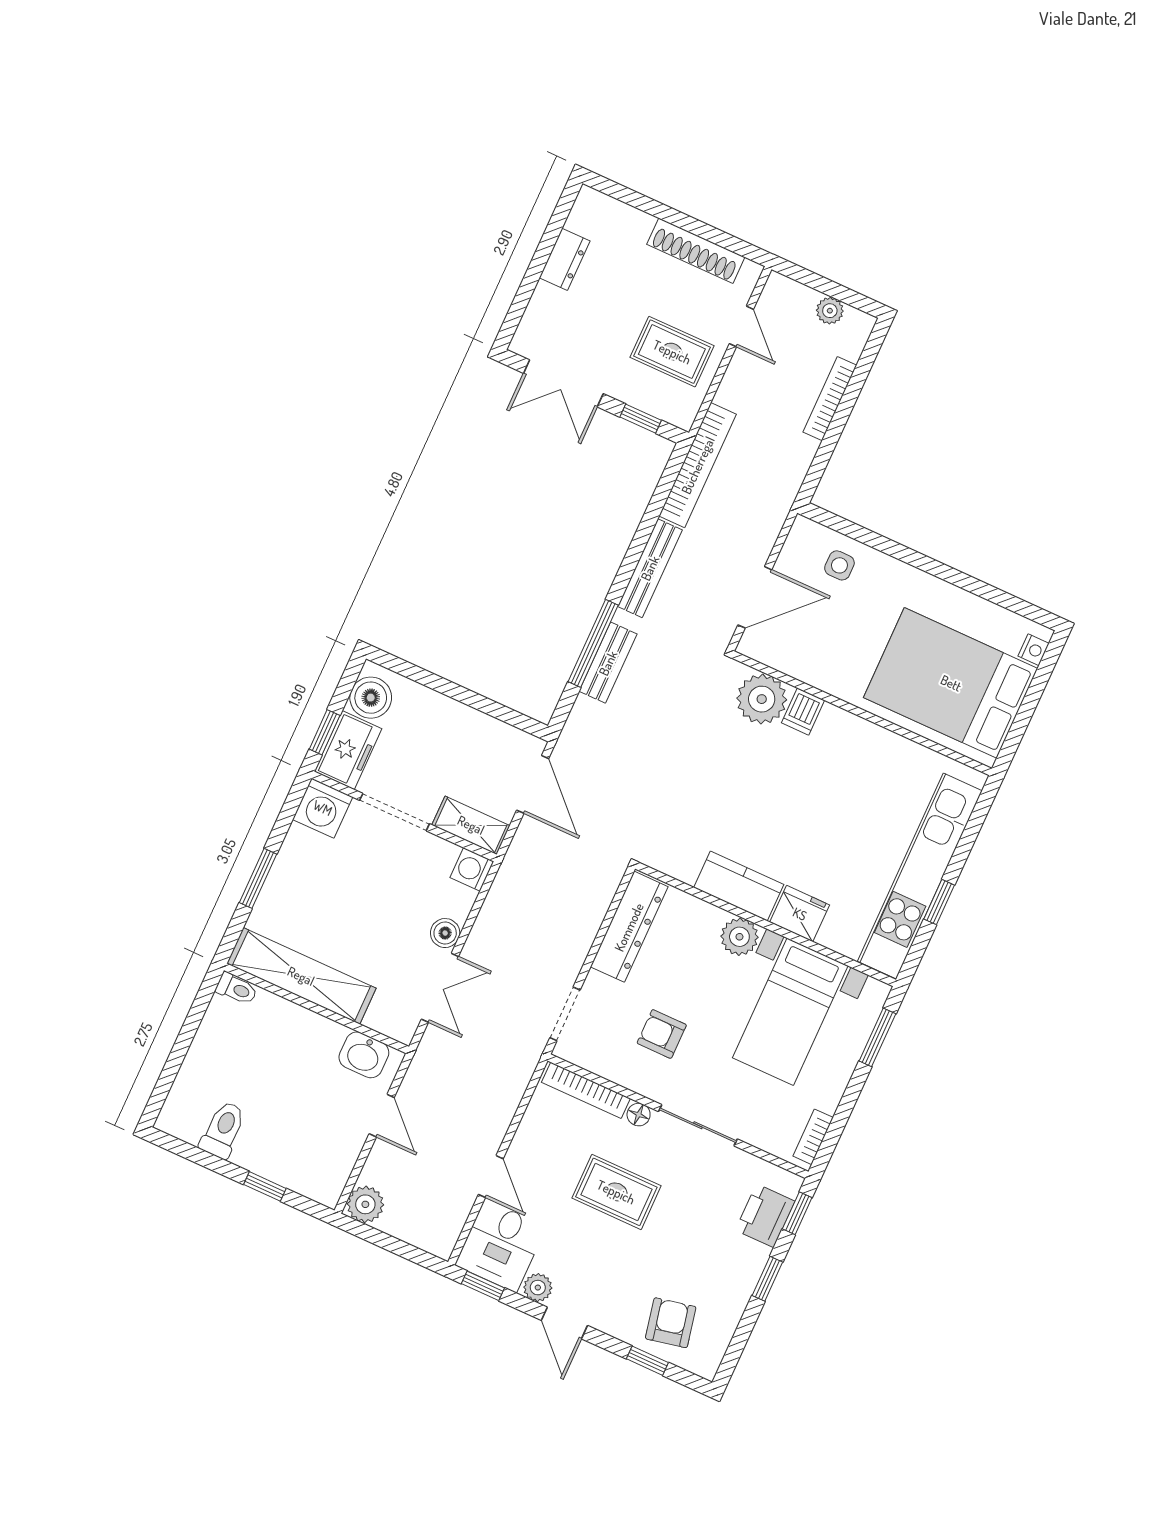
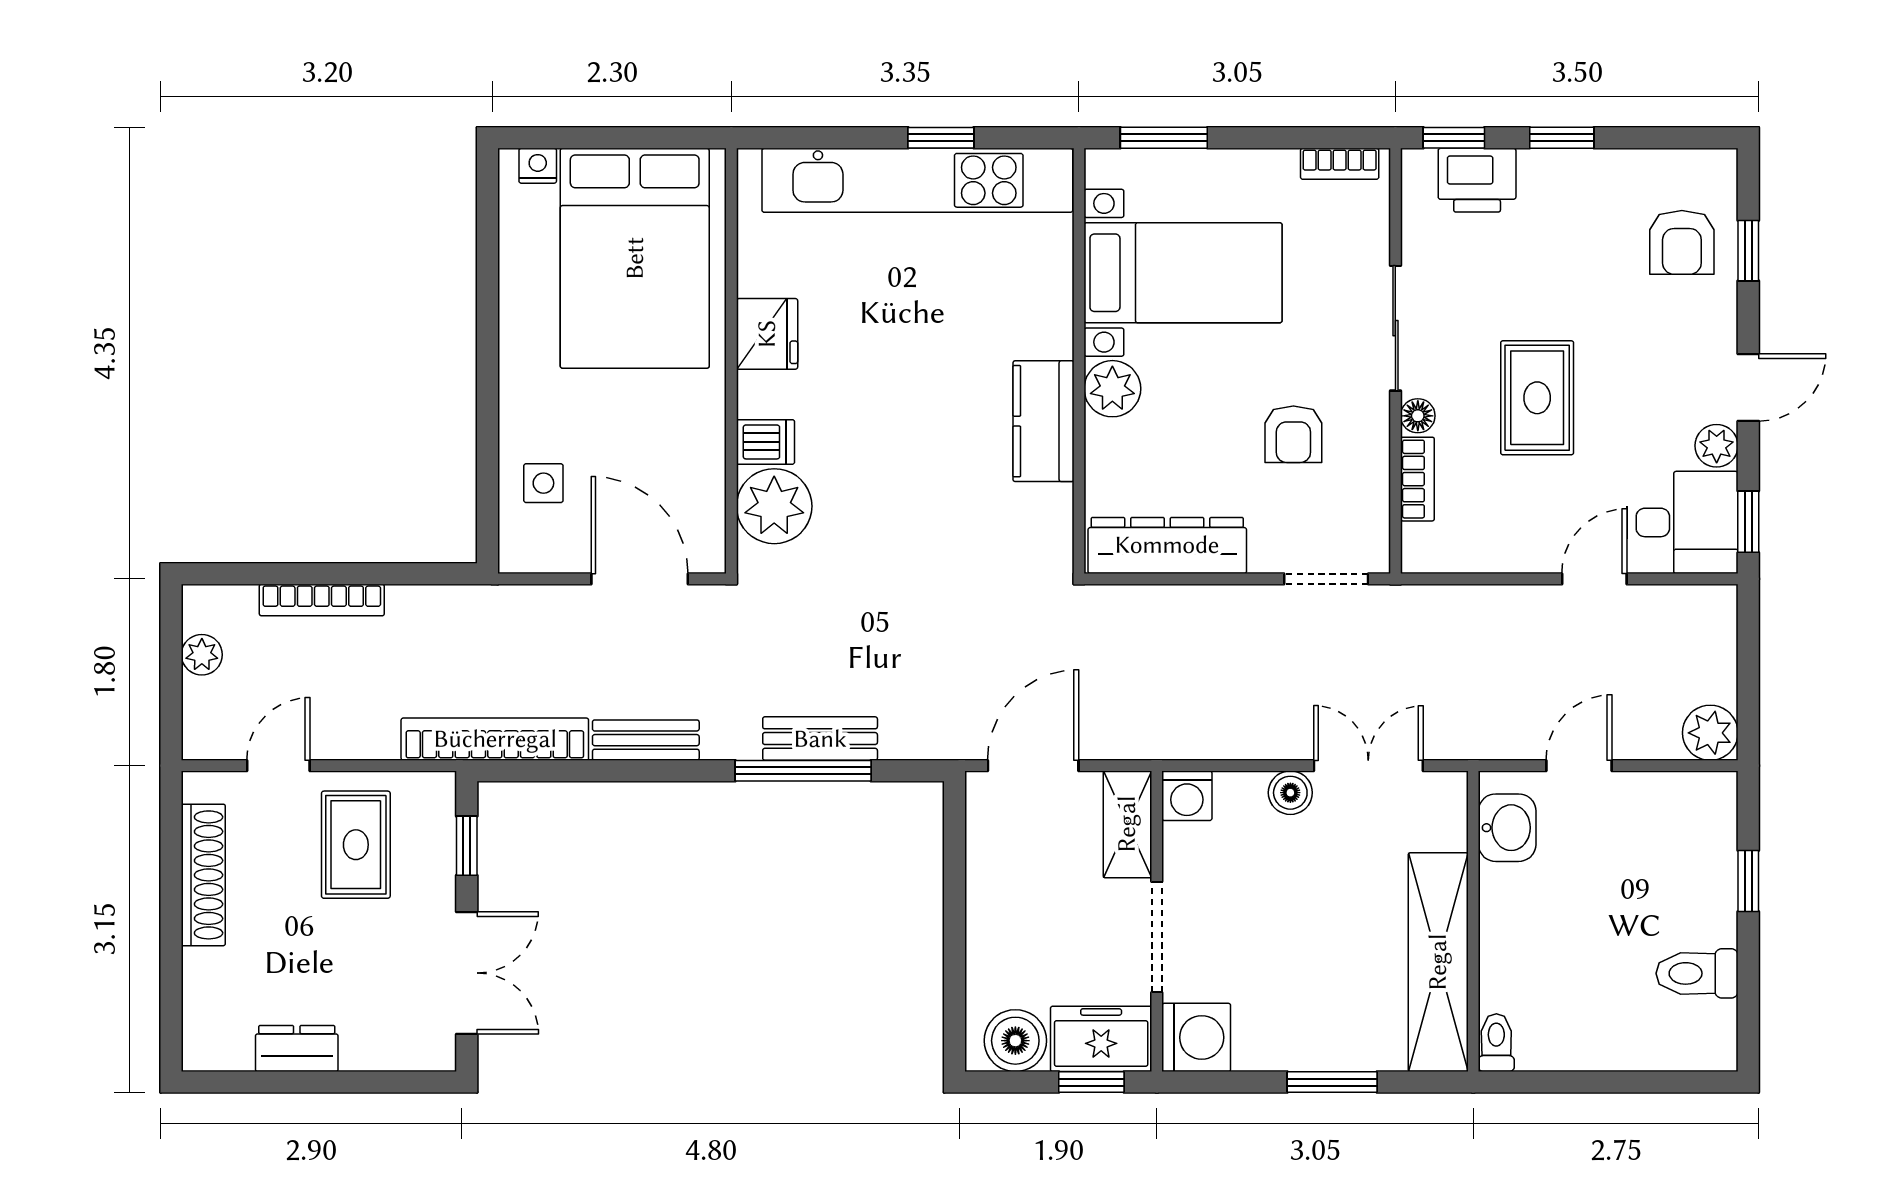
bench: (650, 568) -> (646, 740), width x0.73
fridge: (800, 914) -> (767, 334), moved, turned 180
bookcase: (586, 1090) -> (1417, 479), width x0.64
armchair: (671, 1323) -> (1682, 242), turned -78

